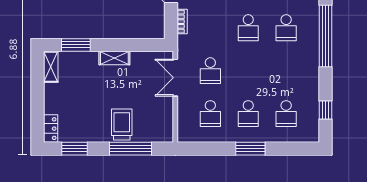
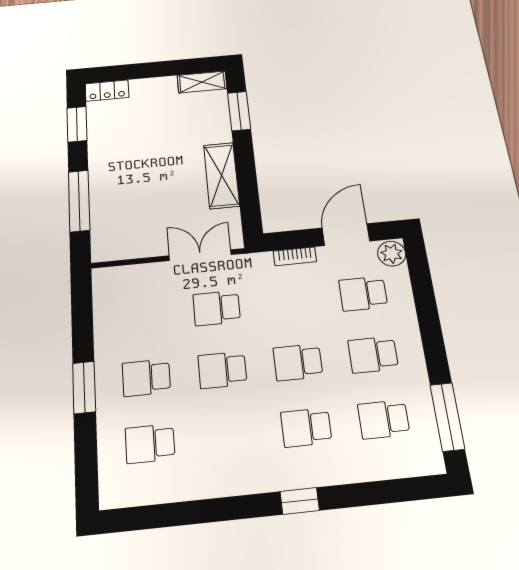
window: (325, 36) -> (300, 501), width x0.32
shelving: (114, 58) -> (221, 175), width x1.50, depth x1.33
window: (325, 110) -> (161, 516), removed
school desk: (210, 114) -> (222, 370), moved
trolley: (122, 124) -> (118, 185), removed

